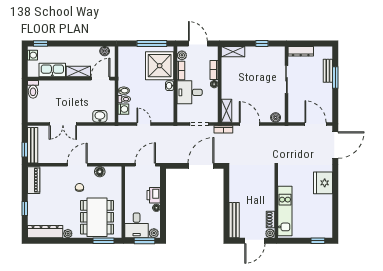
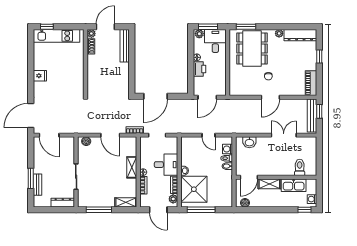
window: (262, 44) -> (99, 210), width x2.17
toilet: (33, 89) -> (300, 167), moved
shelving: (227, 111) -> (132, 167), moved
floor lamp: (100, 172) -> (249, 91), removed
fridge: (323, 183) -> (40, 76), width x0.53, depth x0.75
kitchen unit: (285, 211) -> (57, 36), moved, turned -90

